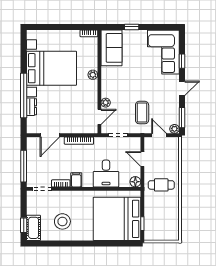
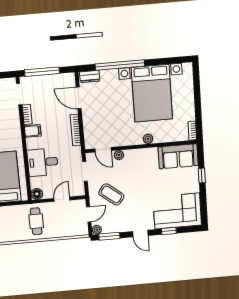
dresser: (31, 107) -> (90, 76), moved
coffee table: (142, 113) -> (111, 194), turned 38

